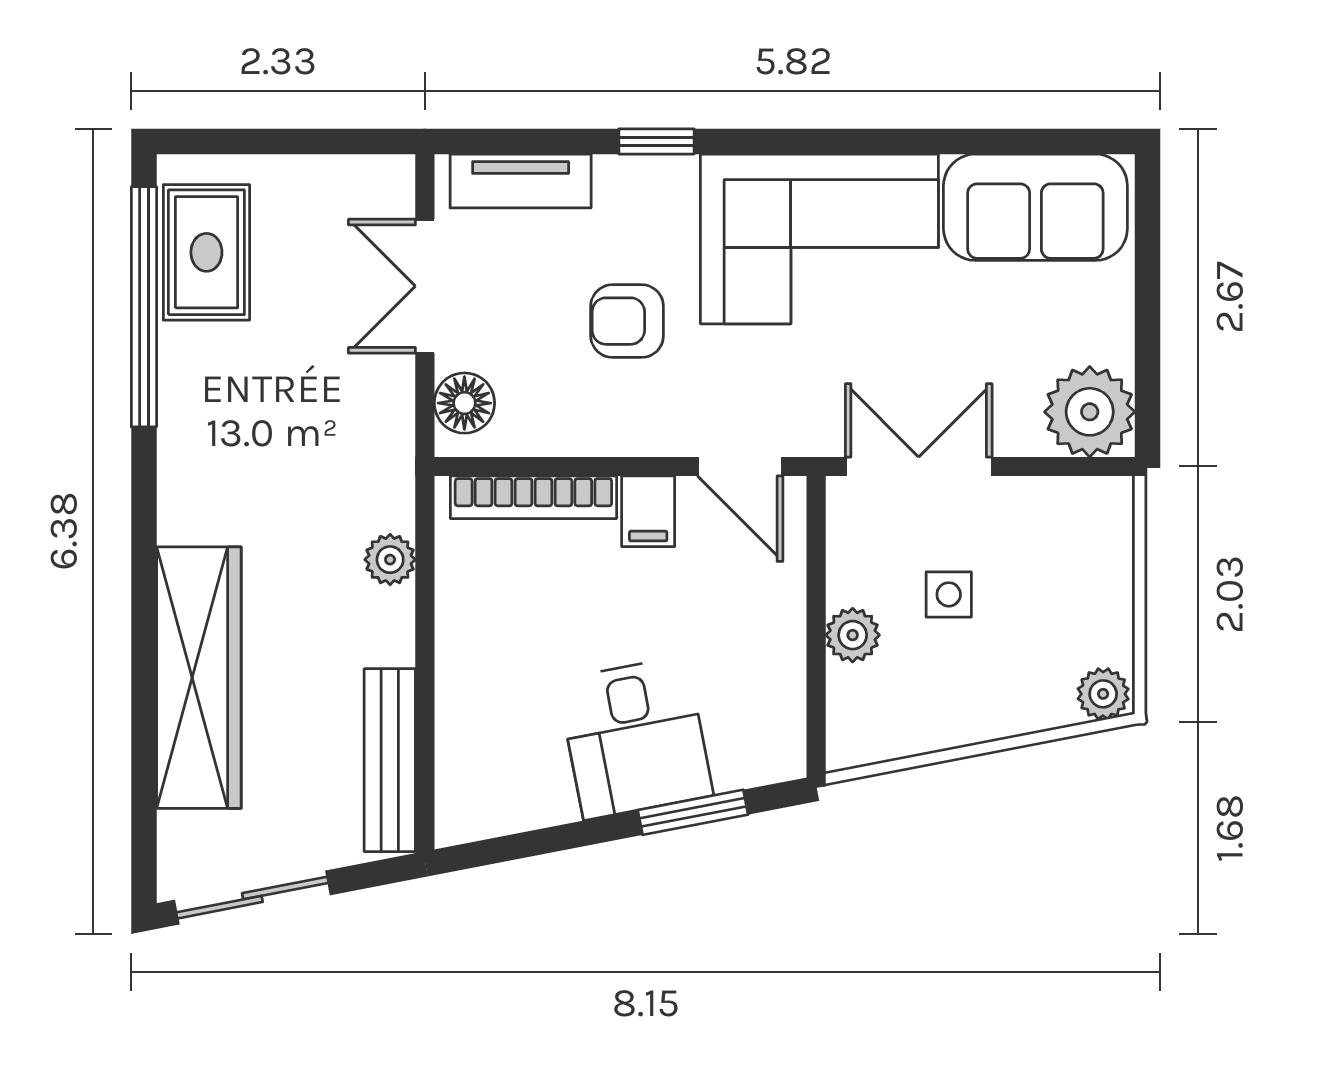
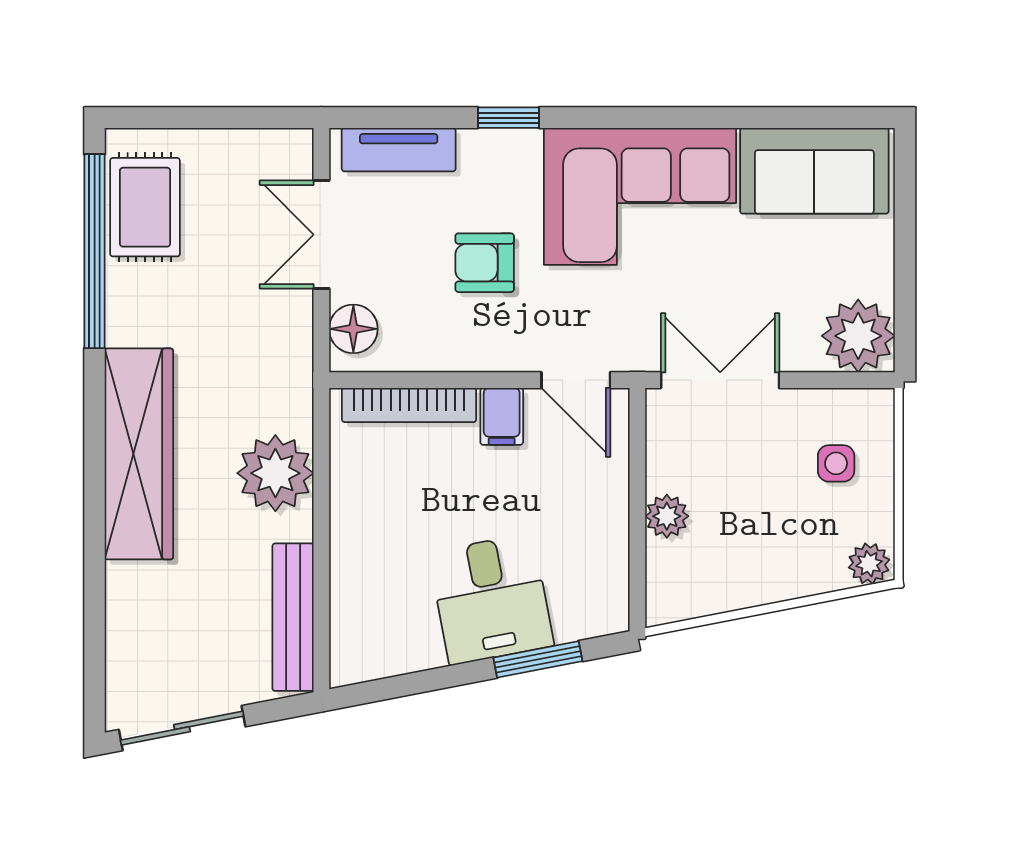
plant: (390, 560) -> (275, 473), width x1.88, depth x1.88
side table: (949, 594) -> (836, 463), moved
wardrobe: (199, 678) -> (139, 454), moved

